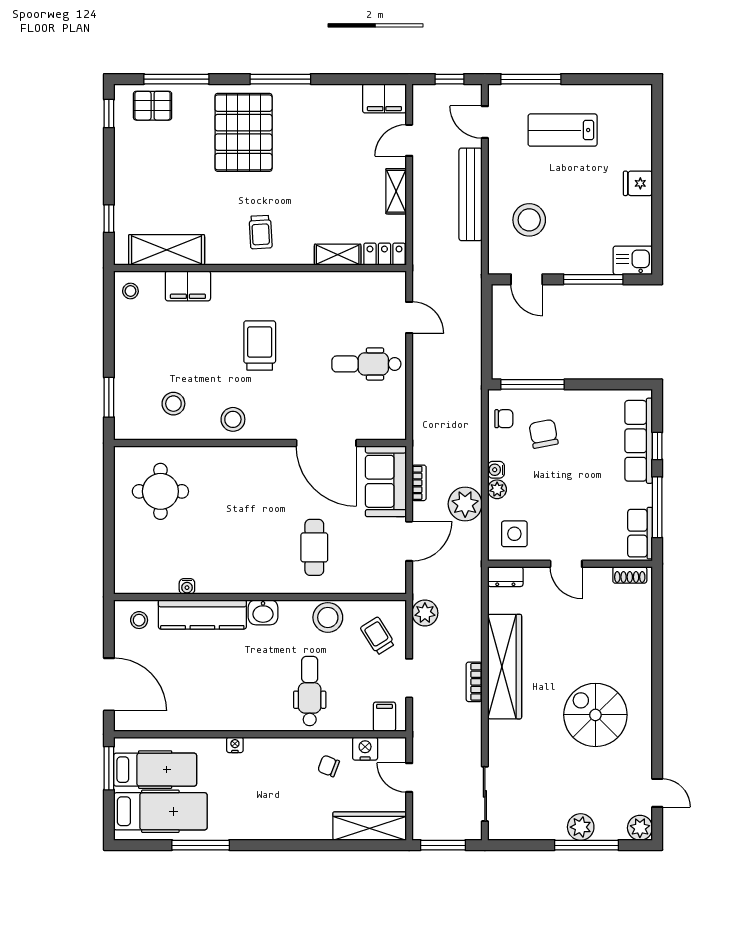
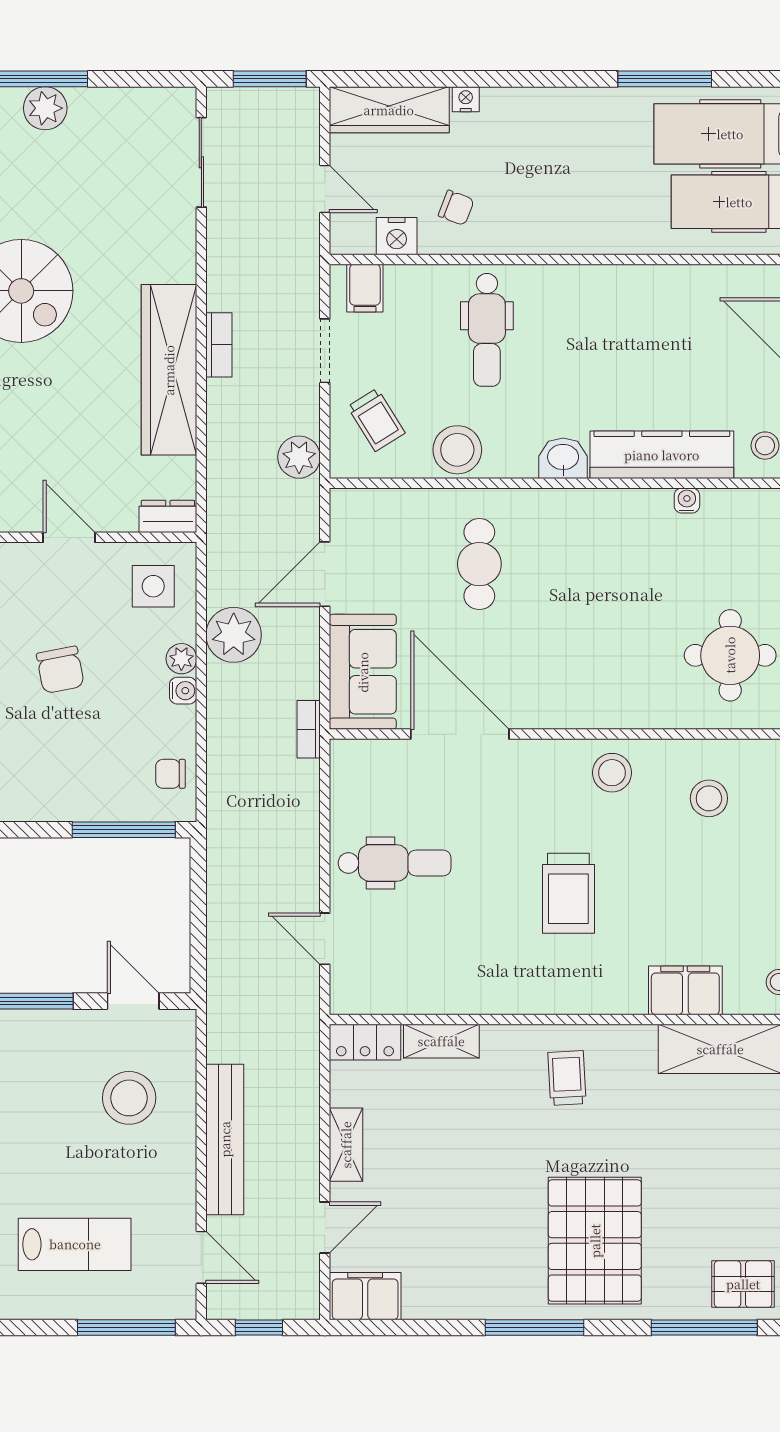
chair: (544, 434) -> (60, 670), moved
bookcase: (419, 483) -> (309, 729), moved
nightstand: (235, 745) -> (466, 99), moved, turned 180

